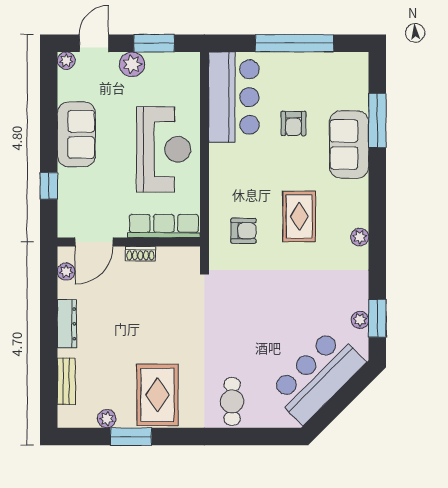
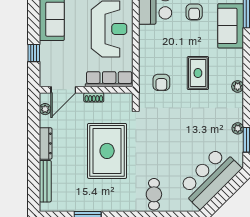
armchair: (243, 231) -> (161, 82), turned 90
plant: (360, 320) -> (238, 128), moved
bench: (66, 381) -> (45, 181), width x1.36
rug: (157, 395) -> (107, 151), moved, width x1.37, depth x1.44
plant: (107, 419) -> (72, 206), removed

